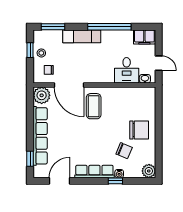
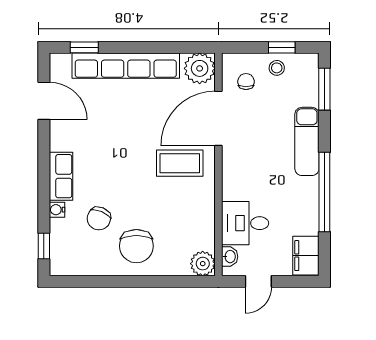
row of seats: (94, 171) -> (61, 176), width x0.68
plant: (149, 171) -> (203, 264), moved
window: (115, 181) -> (44, 246), moved

